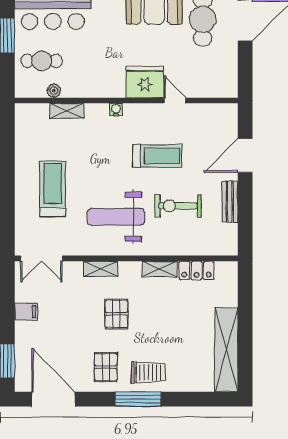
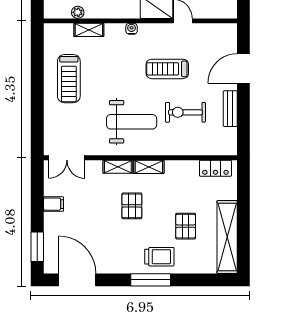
treadmill: (157, 156) -> (167, 69), turned 180
treadmill: (53, 189) -> (69, 79), moved, turned 180
weight bench: (116, 217) -> (132, 122), turned 180
shelving: (159, 269) -> (149, 167), moved
locker: (196, 270) -> (215, 168), moved
pallet: (106, 367) -> (186, 226), moved

